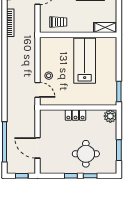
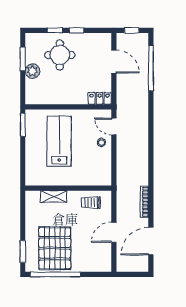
shelving: (105, 27) -> (54, 196), moved
lab bench: (85, 61) -> (59, 141), moved, turned 180
locker: (75, 115) -> (100, 98), moved
plant: (110, 116) -> (32, 71), moved

